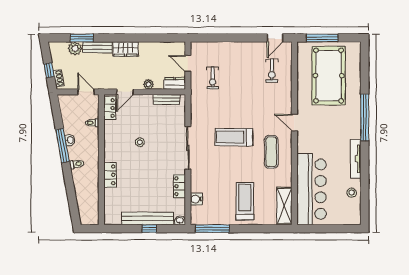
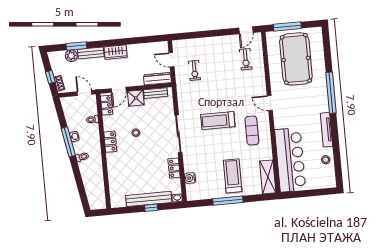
dresser: (175, 83) -> (157, 79), width x1.44
plant: (149, 84) -> (139, 81), removed
shower: (143, 103) -> (136, 98), added
locker: (110, 175) -> (110, 142), moved
window: (212, 229) -> (228, 201), moved

